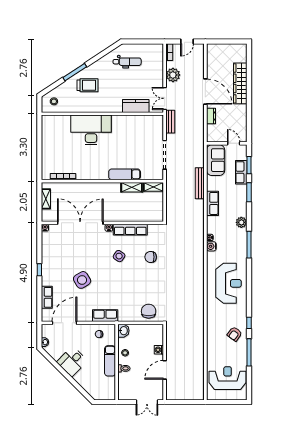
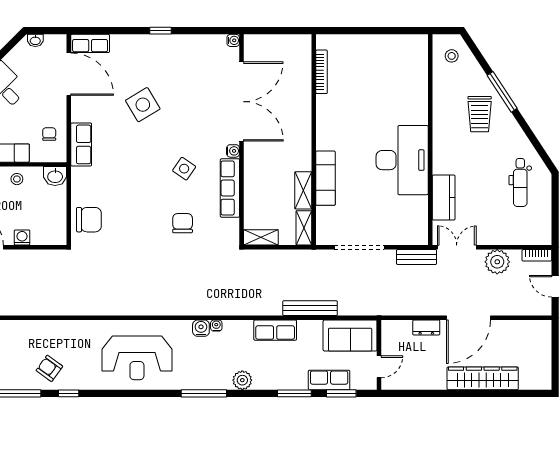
desk: (91, 130) -> (402, 160), moved
shelving: (46, 199) -> (261, 237), moved
row of seats: (47, 297) -> (90, 43), moved

